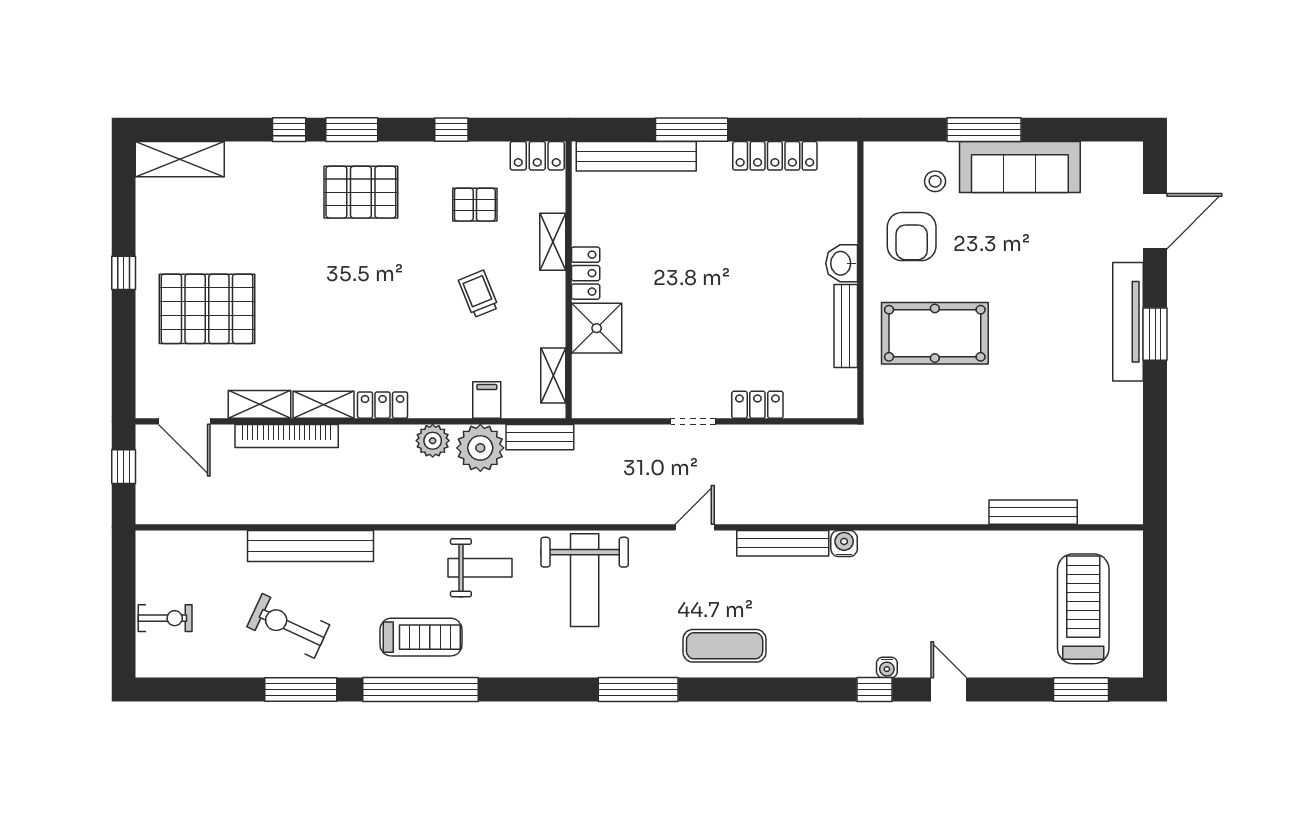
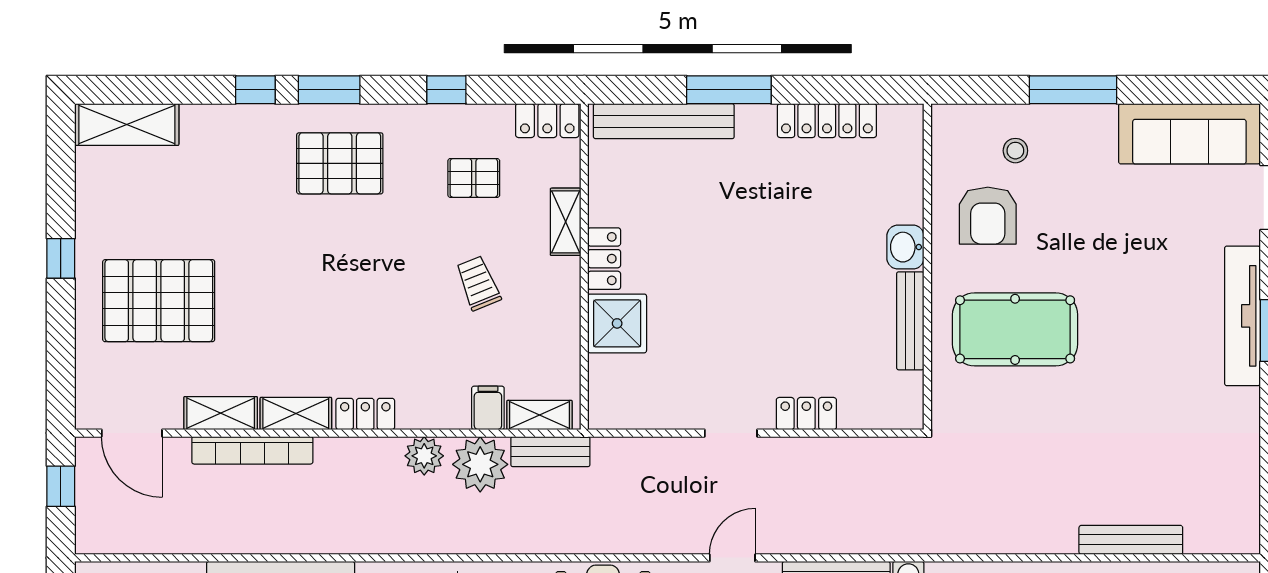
sofa: (1020, 167) -> (1189, 134), moved
shelving: (553, 376) -> (539, 415), moved, turned 90

